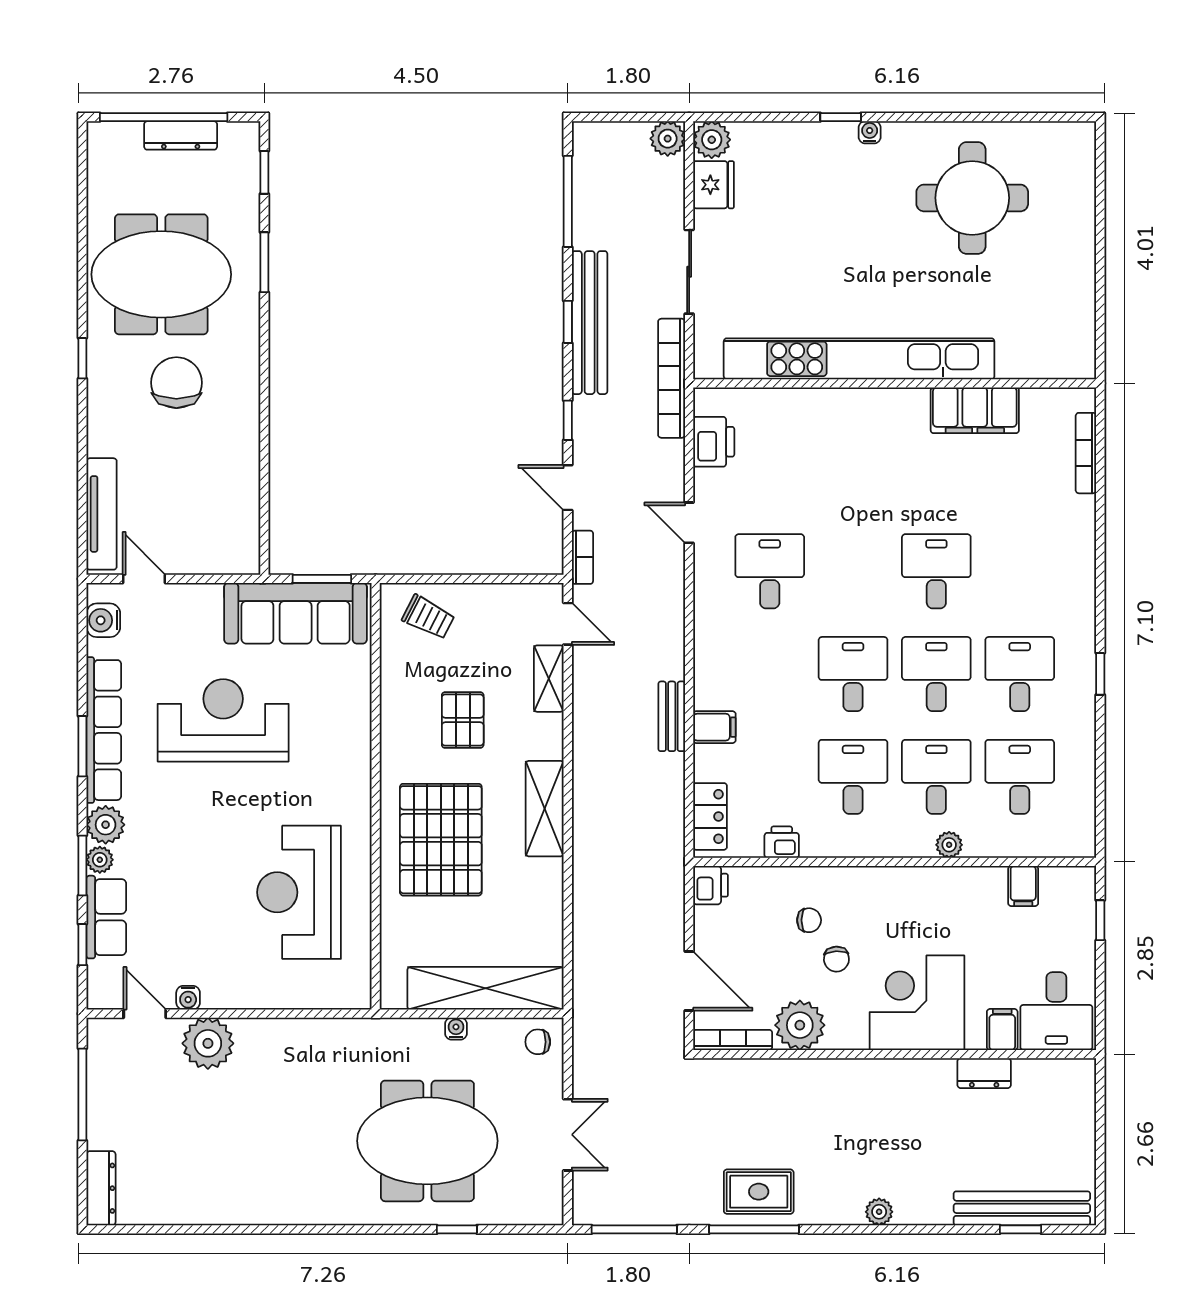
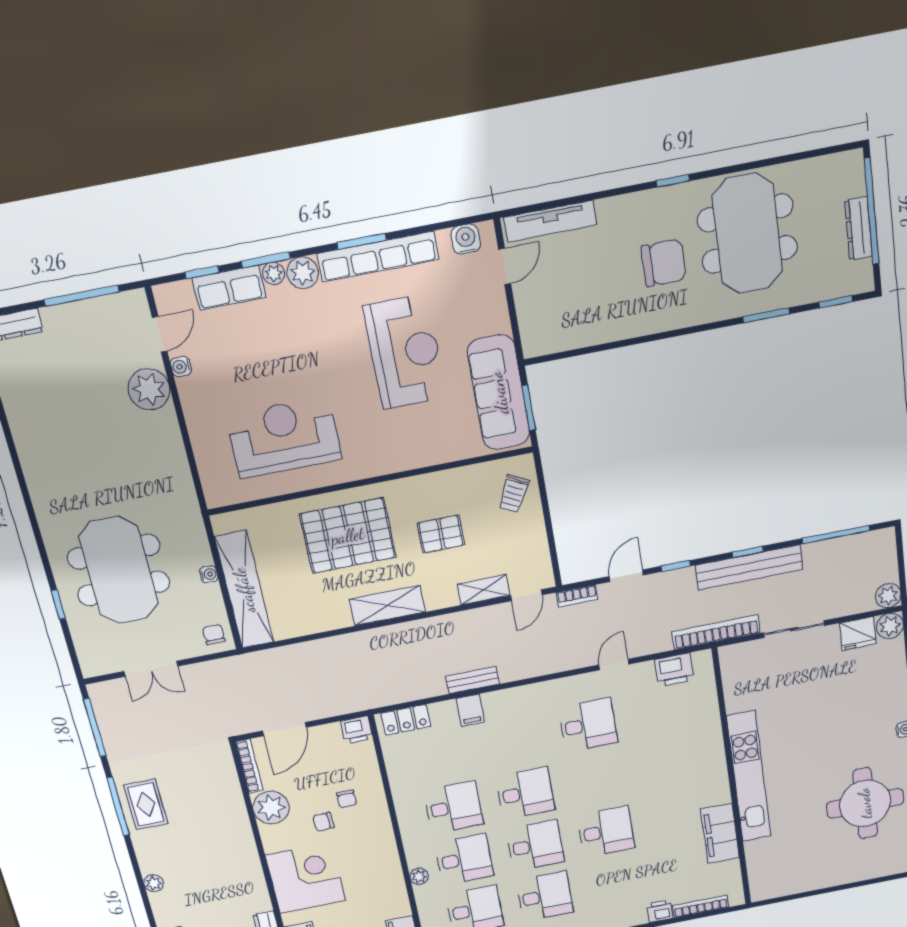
kitchen unit: (859, 359) -> (749, 777), width x0.73
printer: (782, 842) -> (660, 911), moved, turned -90

